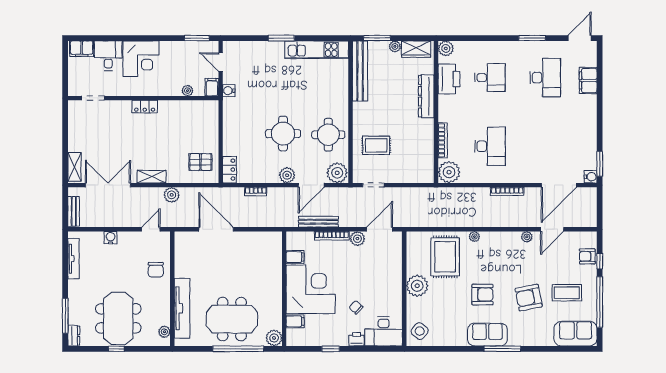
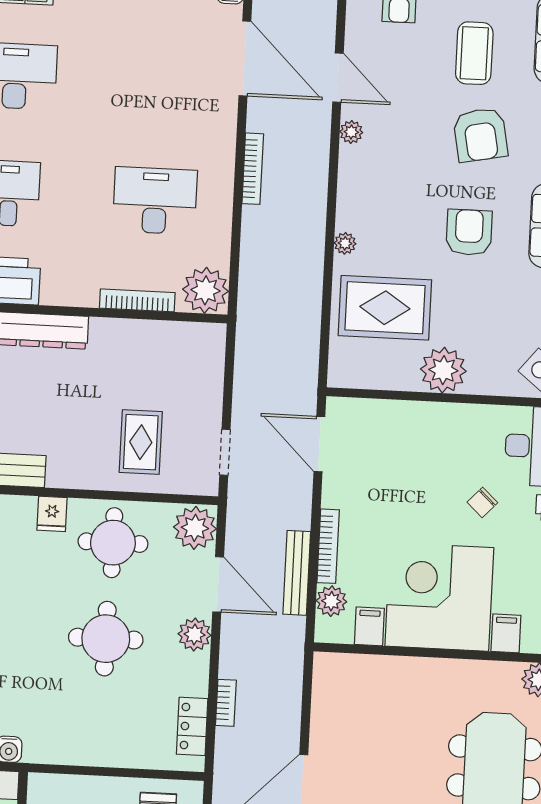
fridge: (340, 105) -> (52, 514), added
locker: (229, 170) -> (192, 726), moved, turned -90
plant: (357, 239) -> (331, 601), moved

